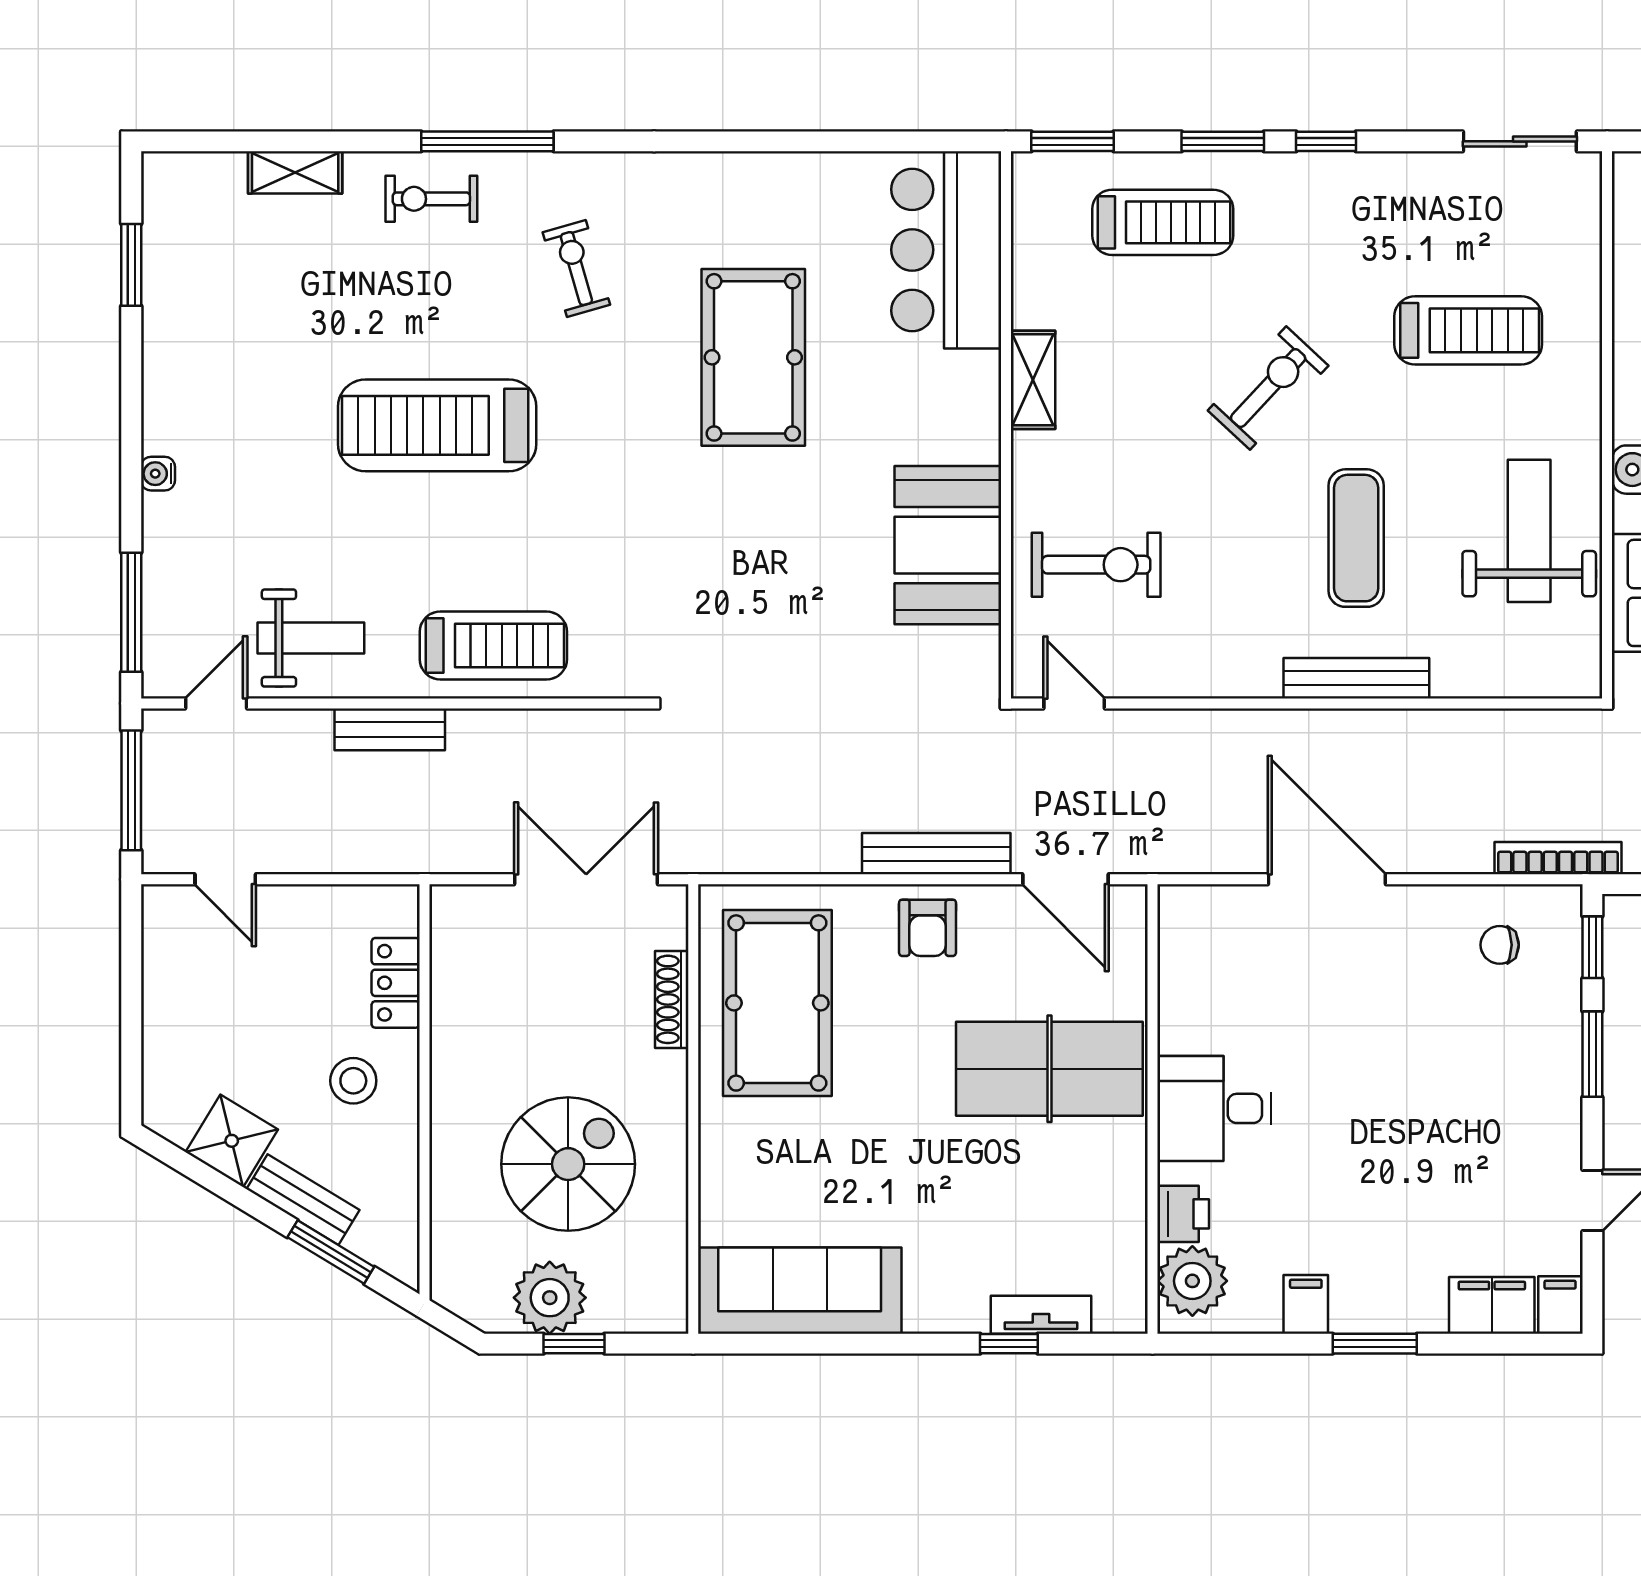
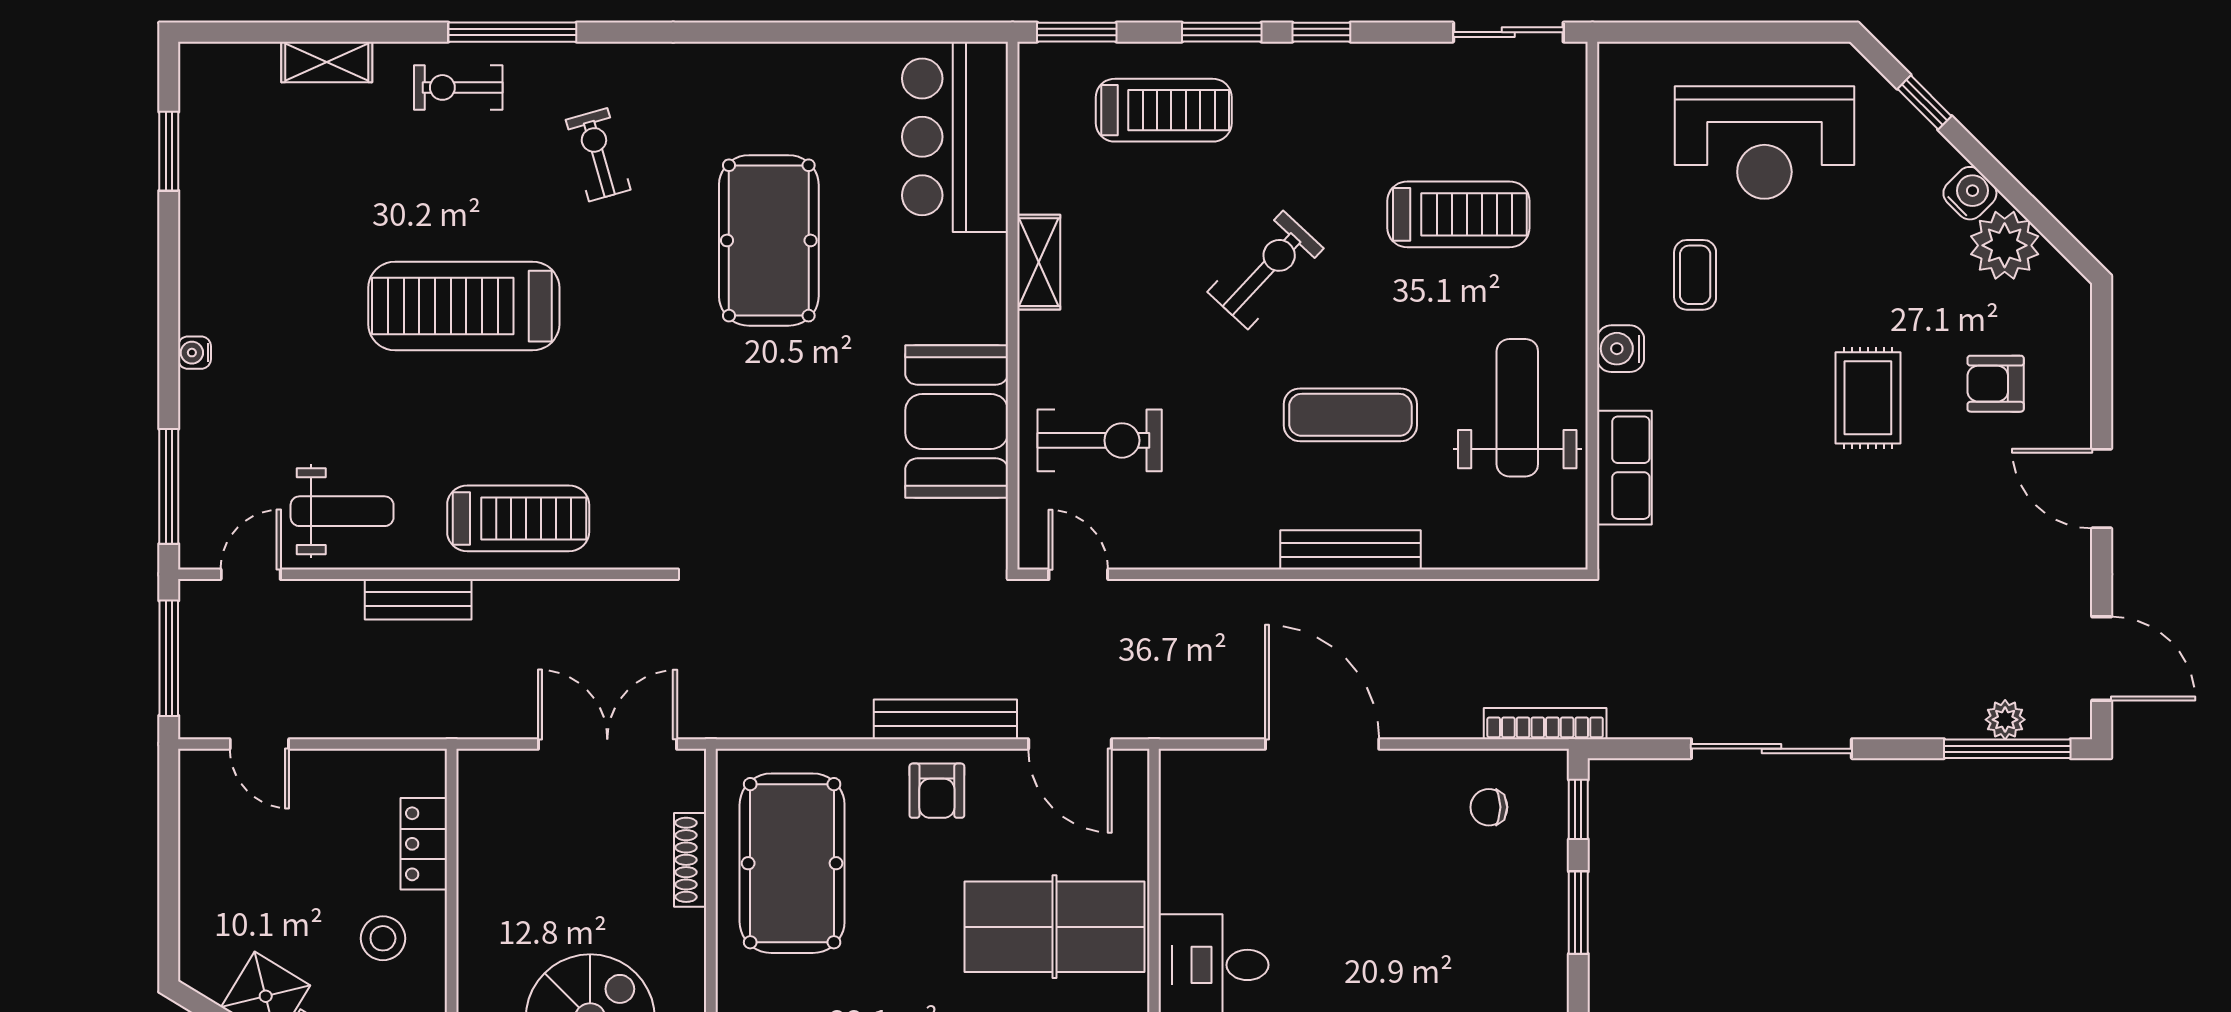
exercise mat: (1356, 538) -> (1350, 415), turned 90

